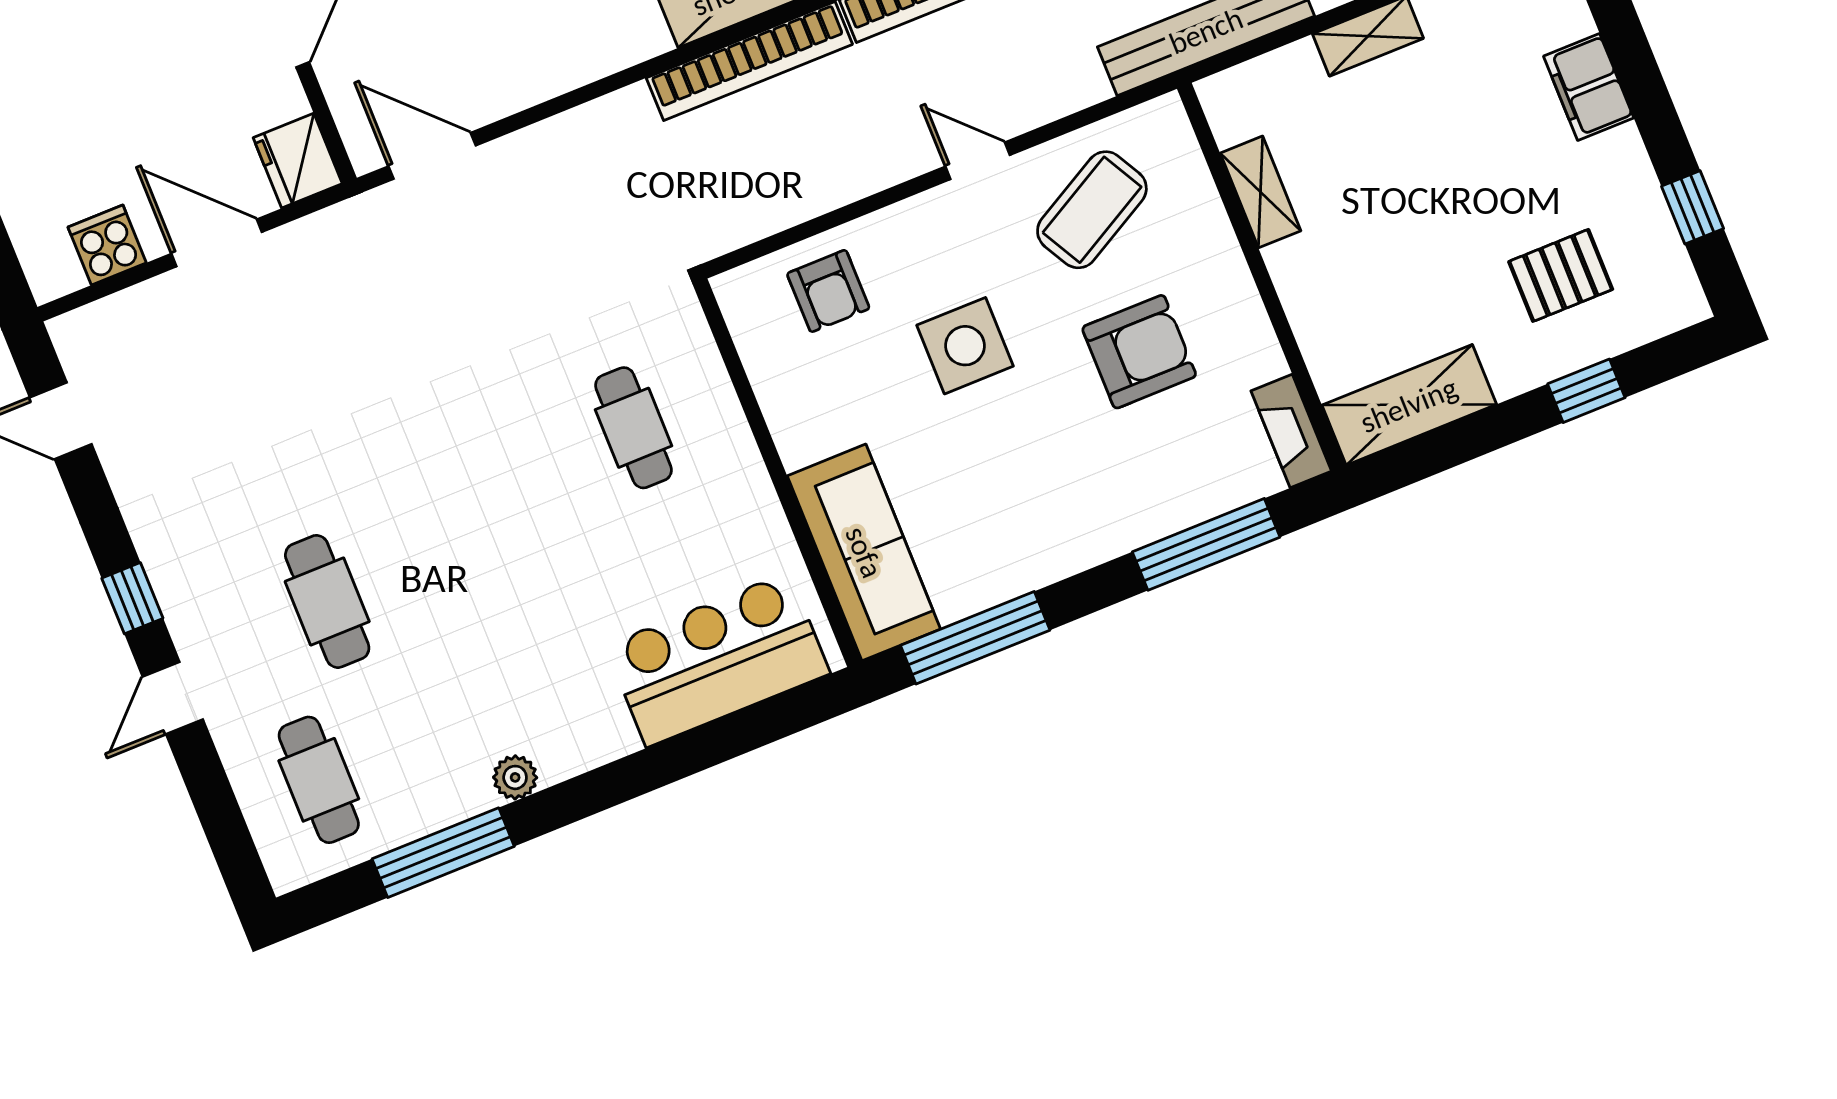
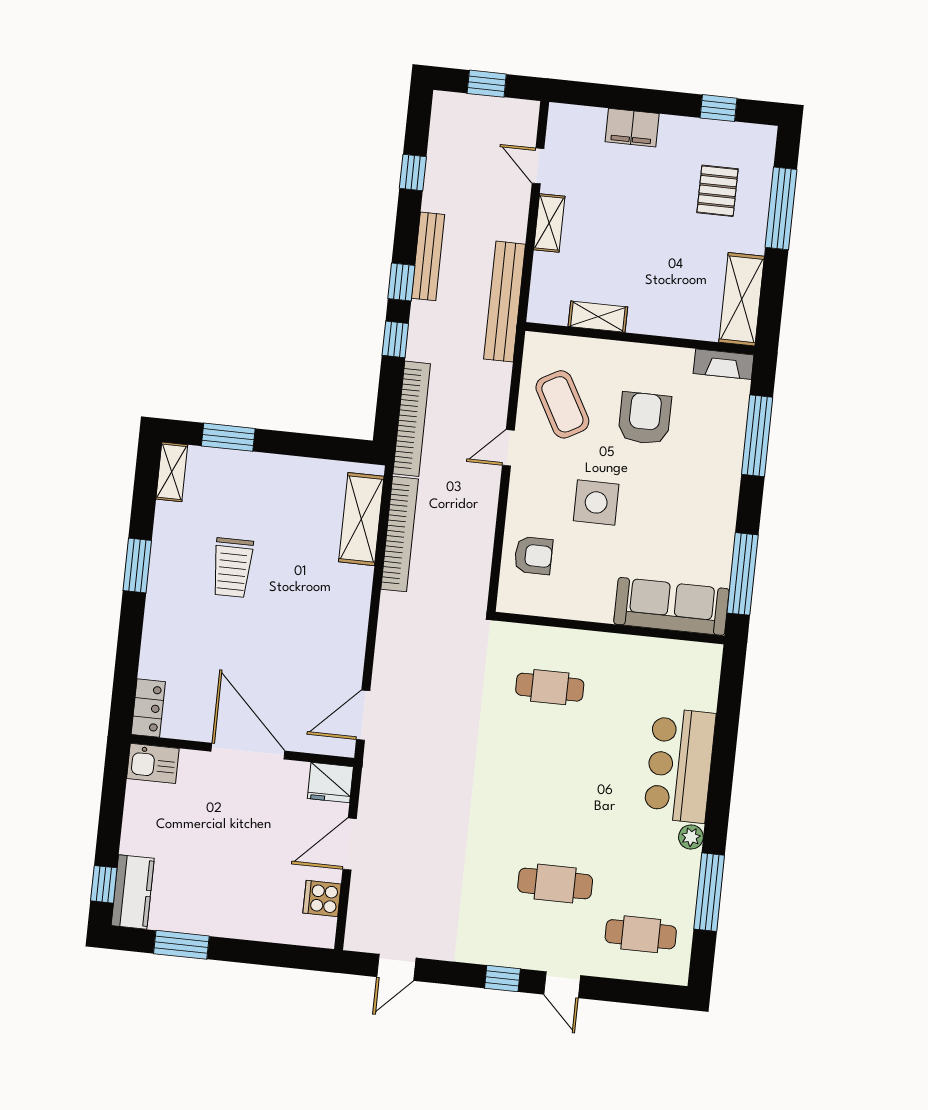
window: (1586, 391) -> (781, 208), width x2.17
bar counter: (718, 660) -> (680, 765), moved

